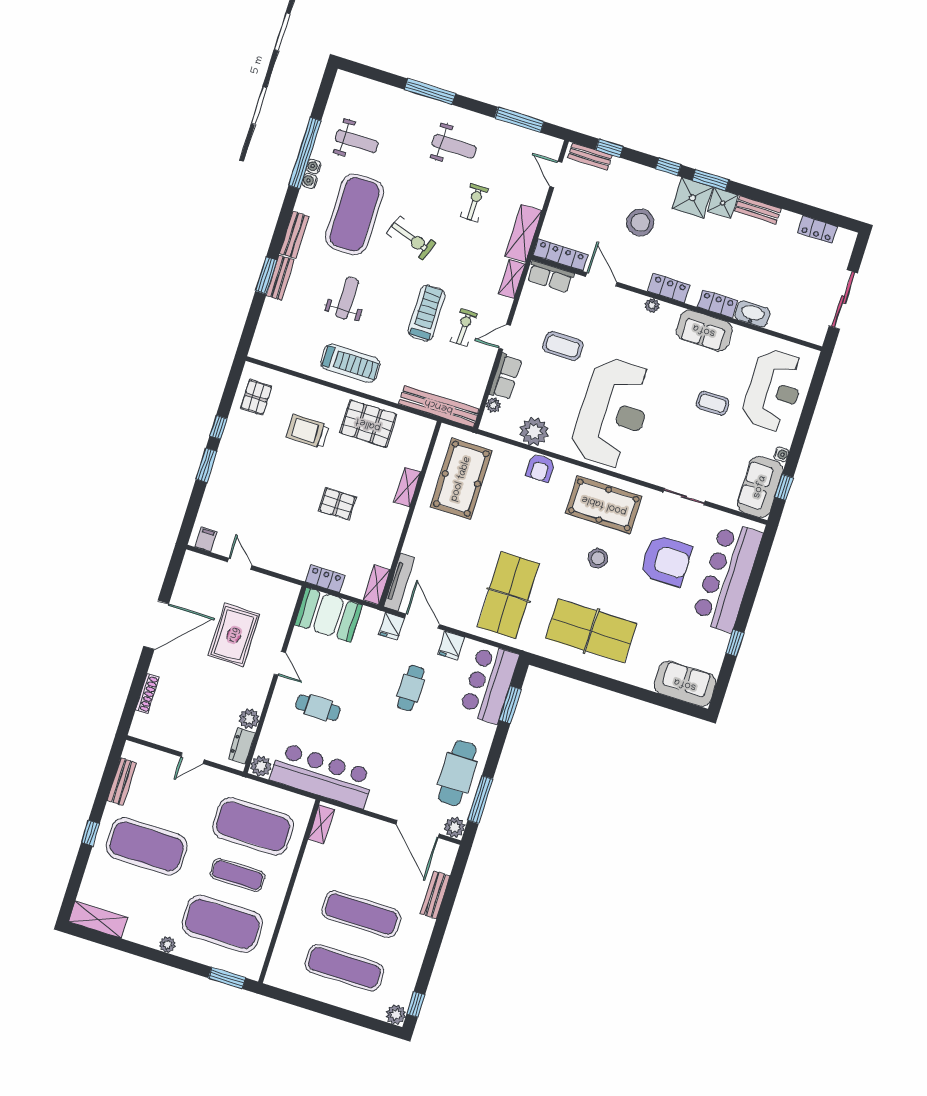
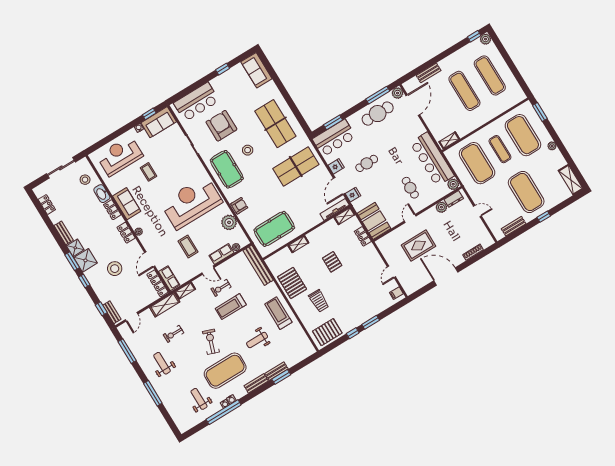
stool: (794, 313) -> (85, 180), added
pallet: (256, 397) -> (327, 332), width x1.50, depth x1.42
bar counter: (727, 577) -> (196, 102), width x0.73

